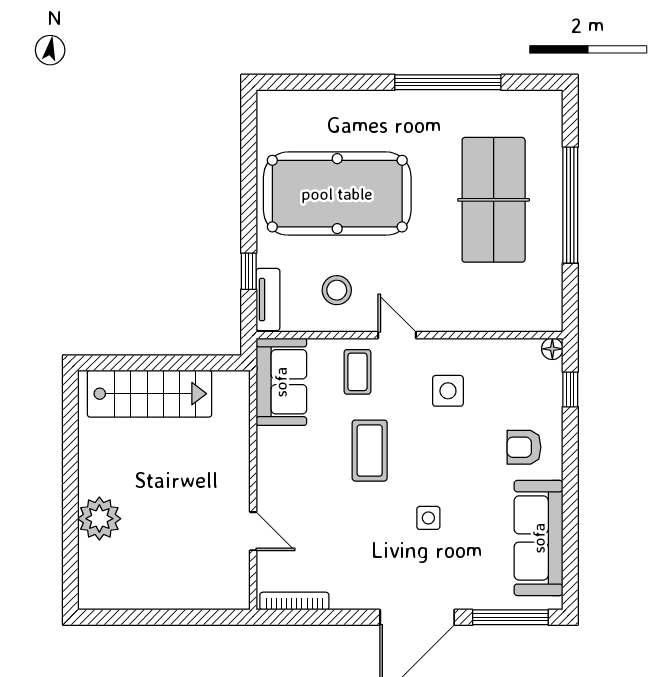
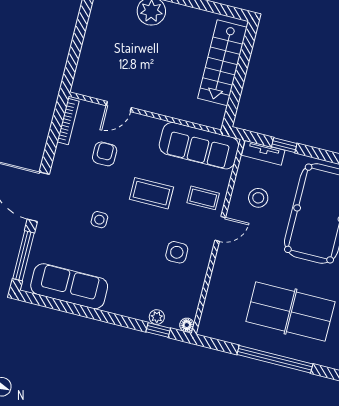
sofa: (281, 382) -> (199, 146), width x1.36
plant: (552, 396) -> (157, 317), added
armchair: (524, 447) -> (105, 154), moved

